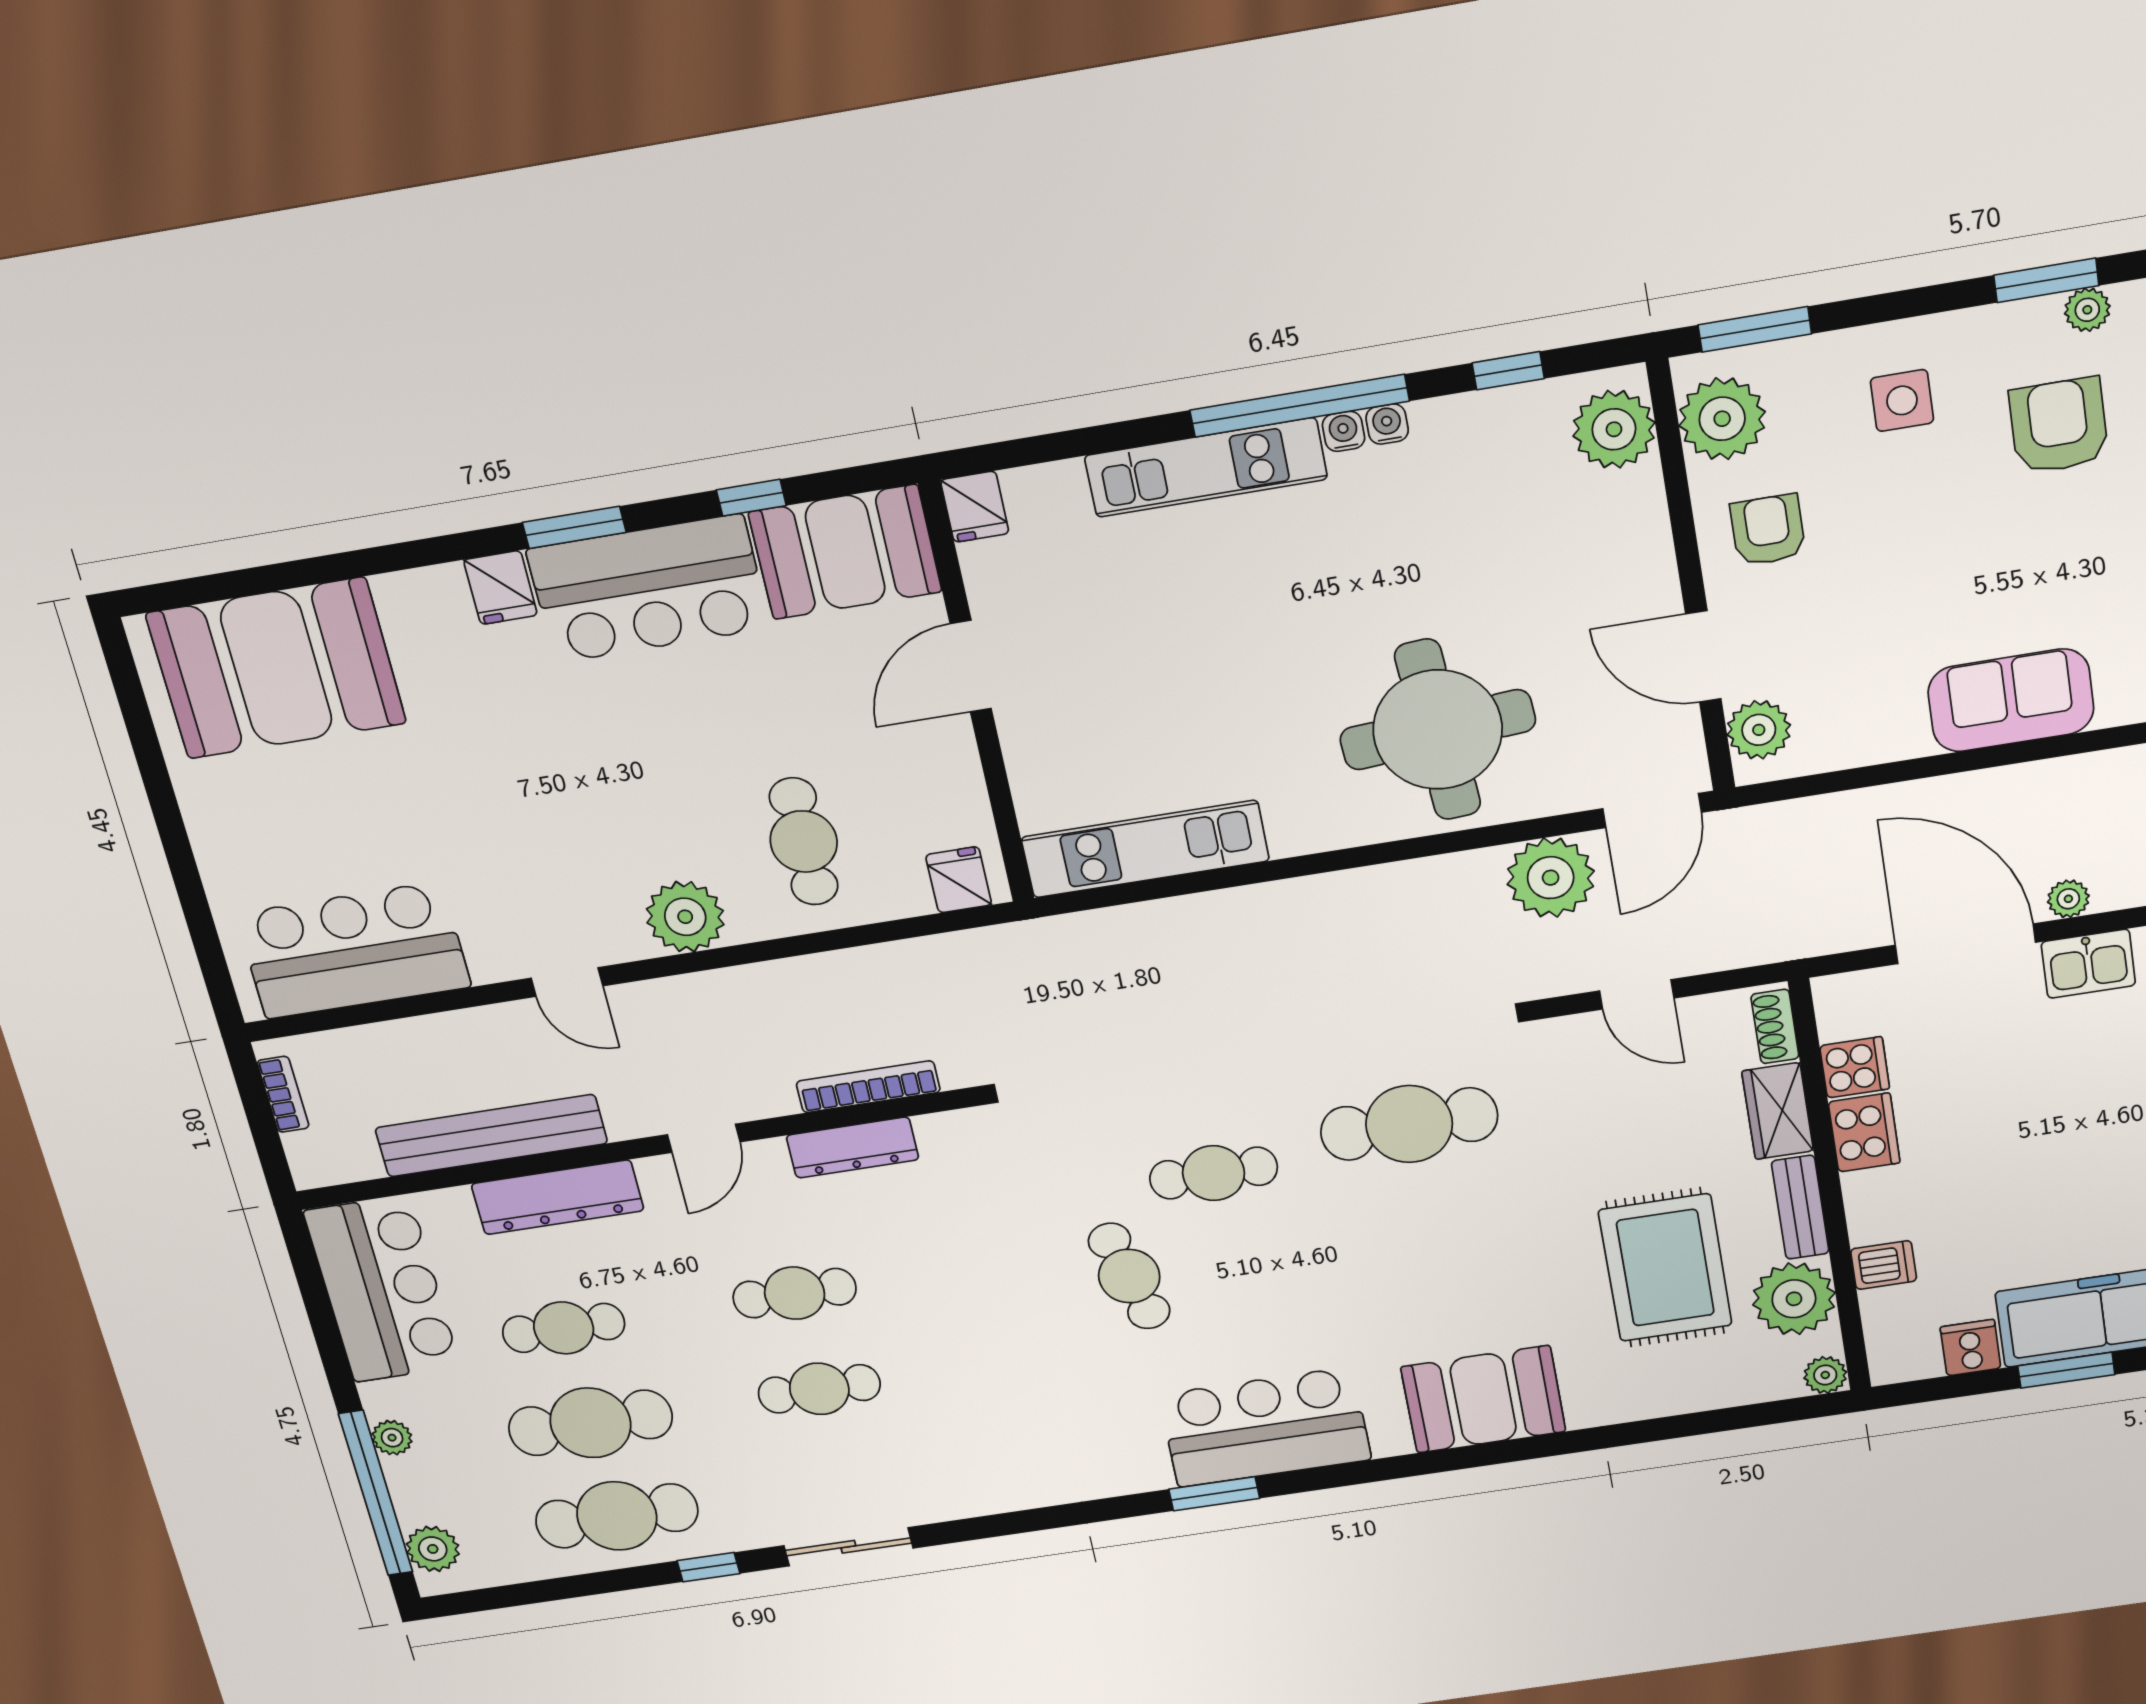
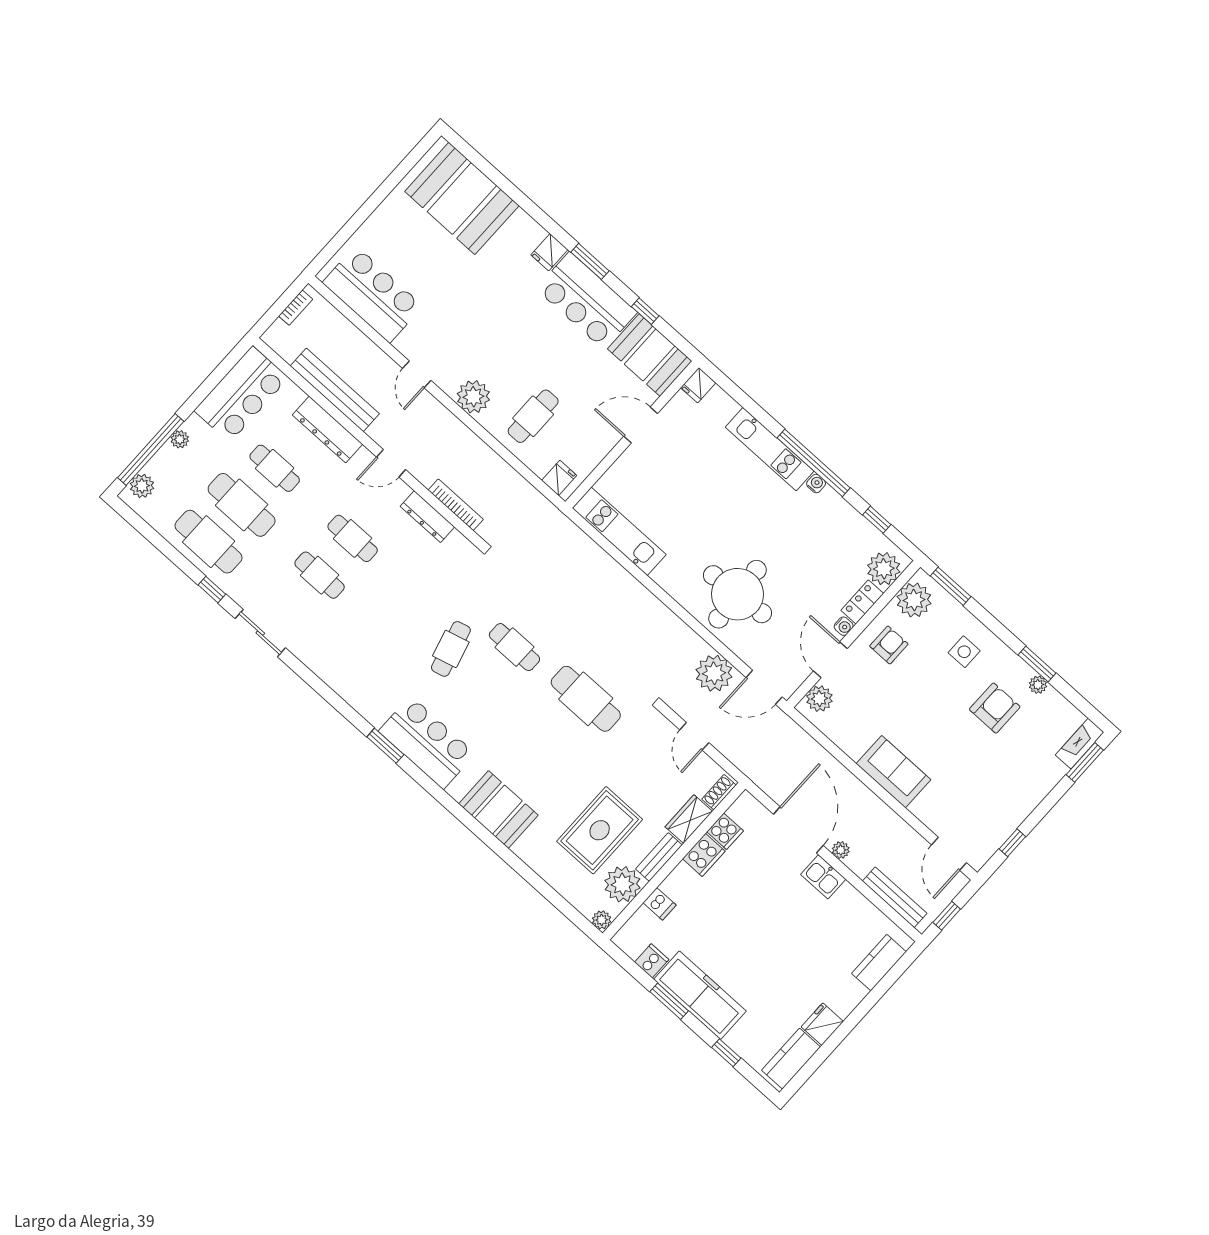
water cooler: (1387, 424) -> (844, 626), moved, turned 90
locker: (1644, 517) -> (862, 602), added

